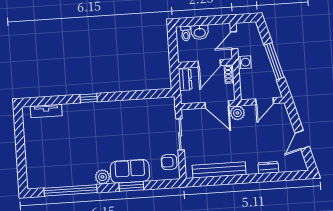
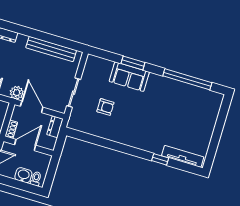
dresser: (185, 80) -> (55, 127), moved
window: (89, 98) -> (160, 159), moved
tv unit: (46, 111) -> (183, 156), width x1.41
armchair: (169, 162) -> (105, 107), moved
plant: (103, 177) -> (155, 81), removed

